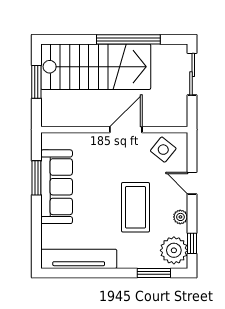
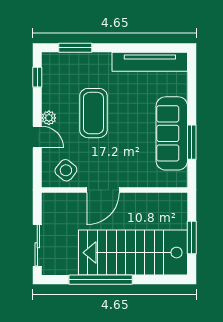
plant: (180, 217) -> (49, 118), moved
plant: (174, 250) -> (55, 70), removed

